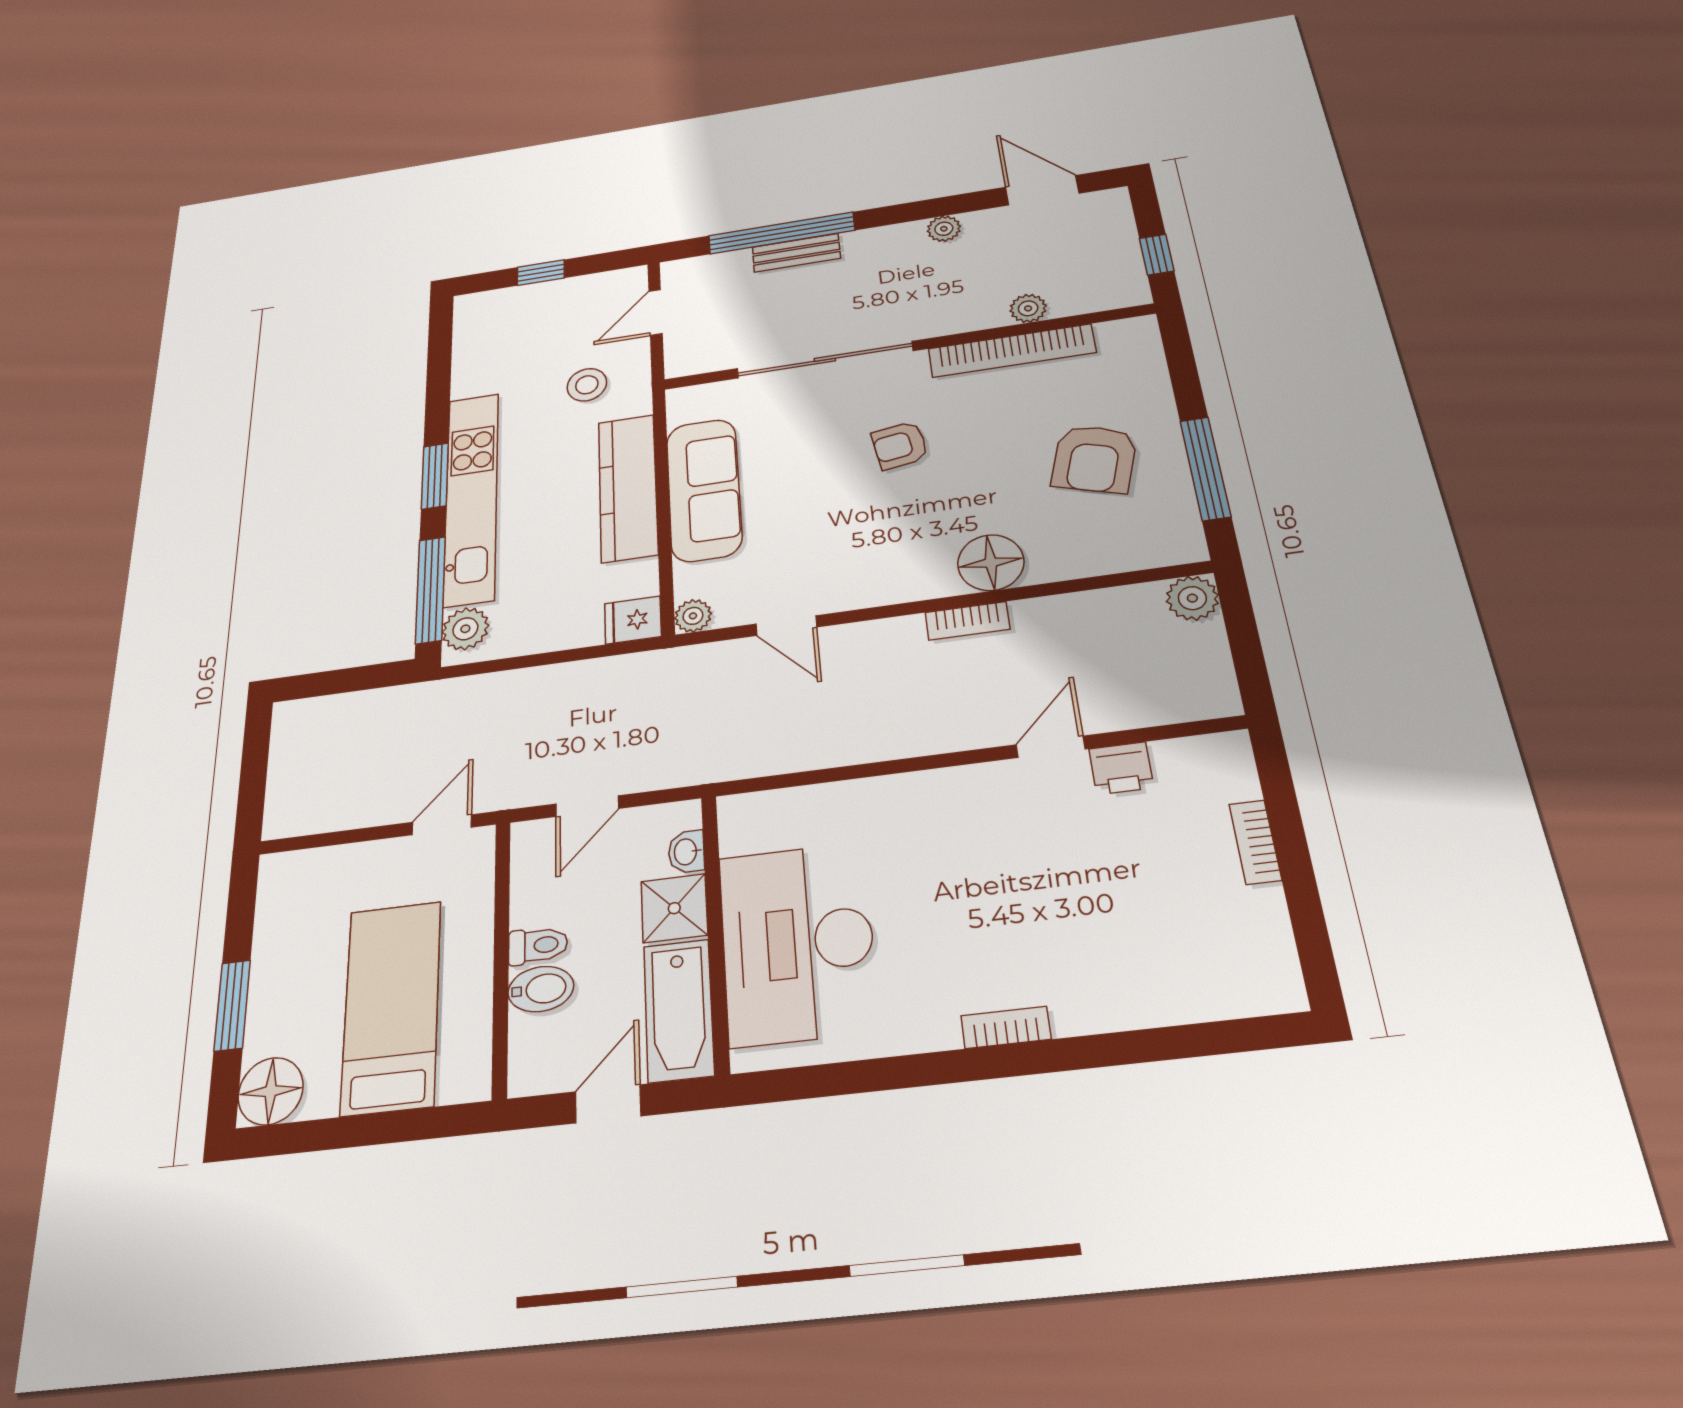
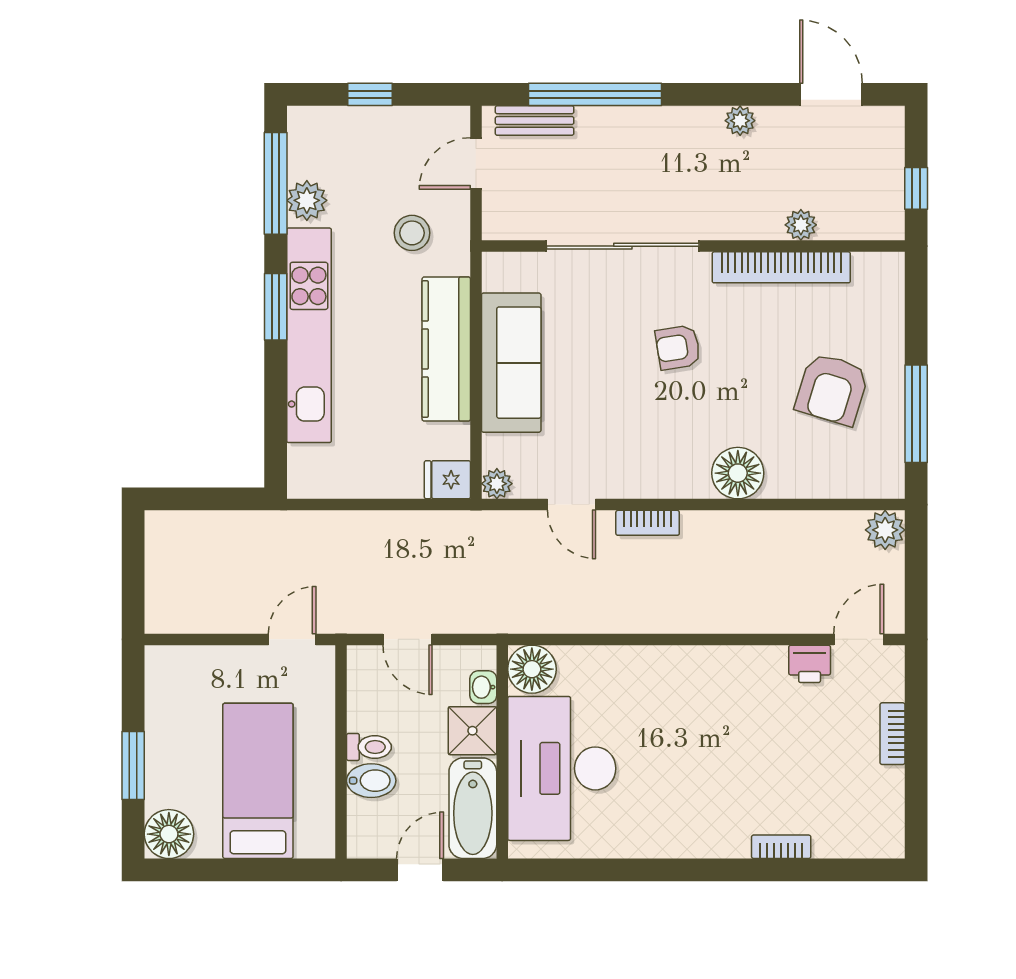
bench: (796, 253) -> (535, 121), moved
window: (430, 590) -> (276, 183), moved
bookcase: (967, 621) -> (648, 523), moved
plant: (465, 629) -> (307, 200), moved
door: (1051, 747) -> (859, 639), moved
door: (587, 806) -> (408, 639), hinge flipped
floor lamp: (749, 822) -> (532, 669), added
bookcase: (1006, 1027) -> (781, 847), moved

